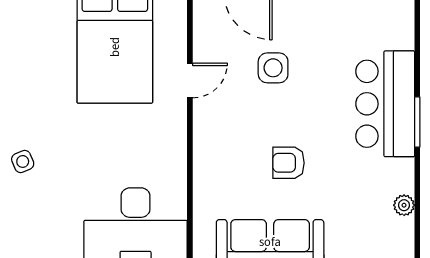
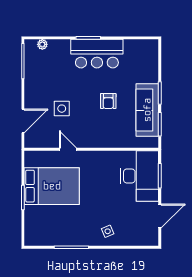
bar counter: (385, 104) -> (97, 54), moved
plant: (404, 205) -> (42, 44), moved

